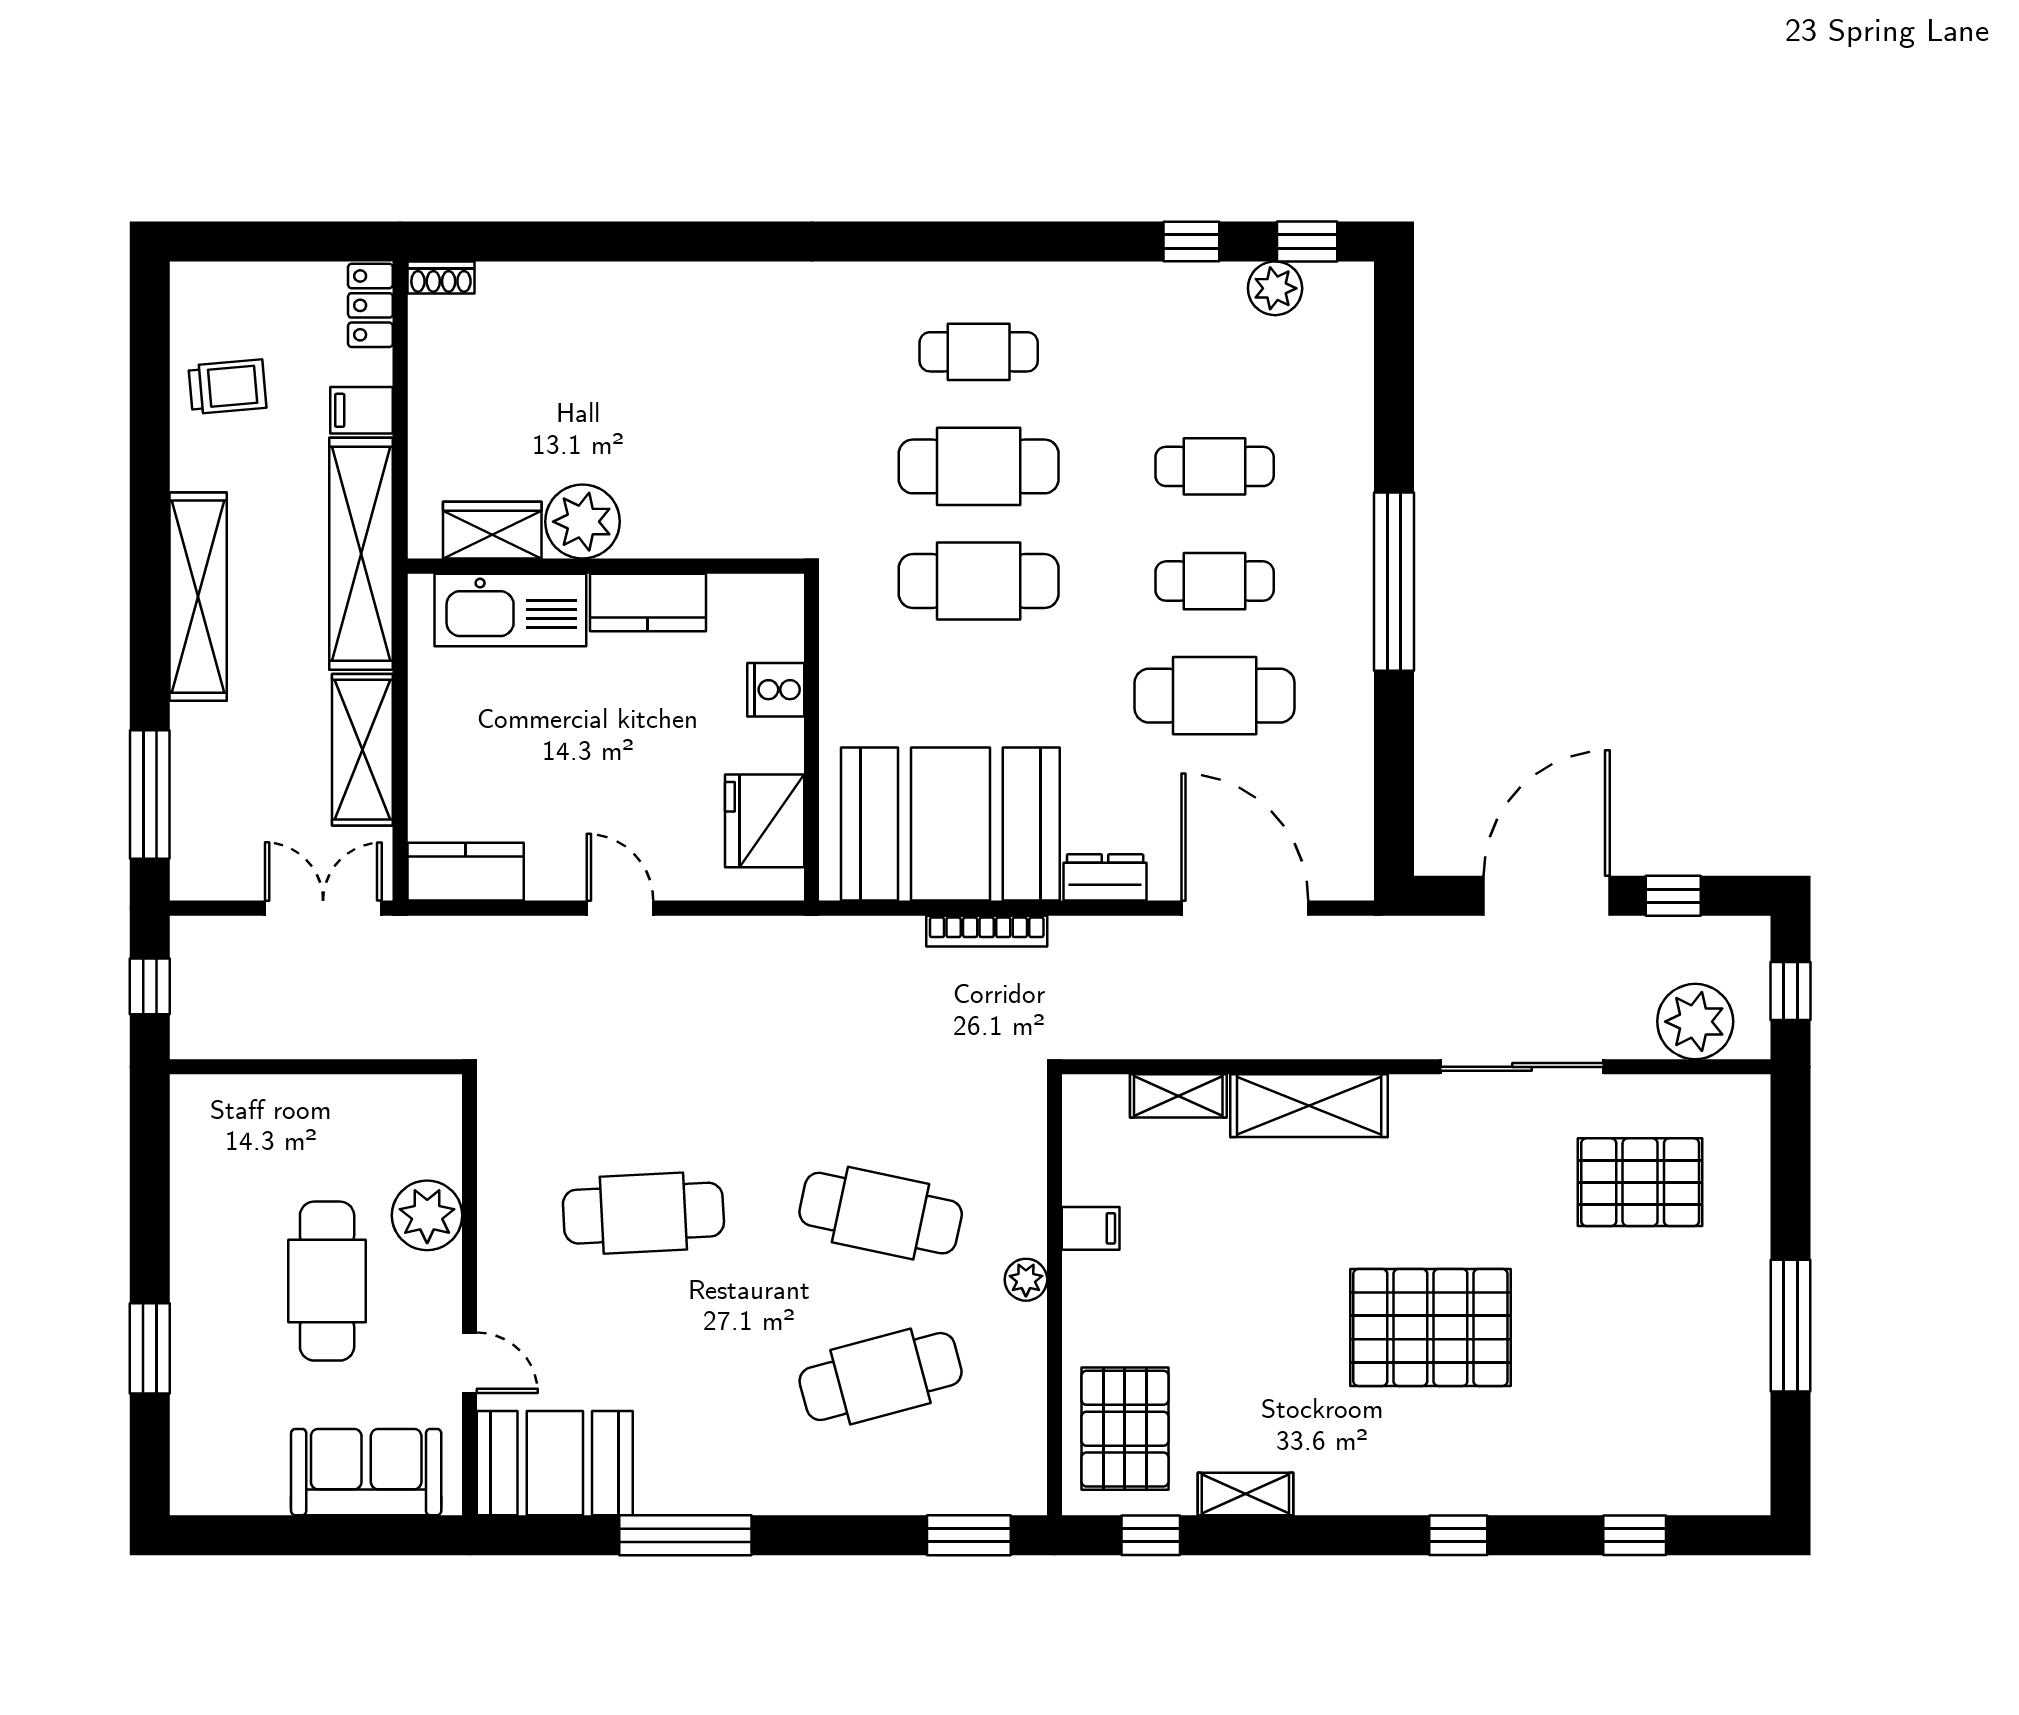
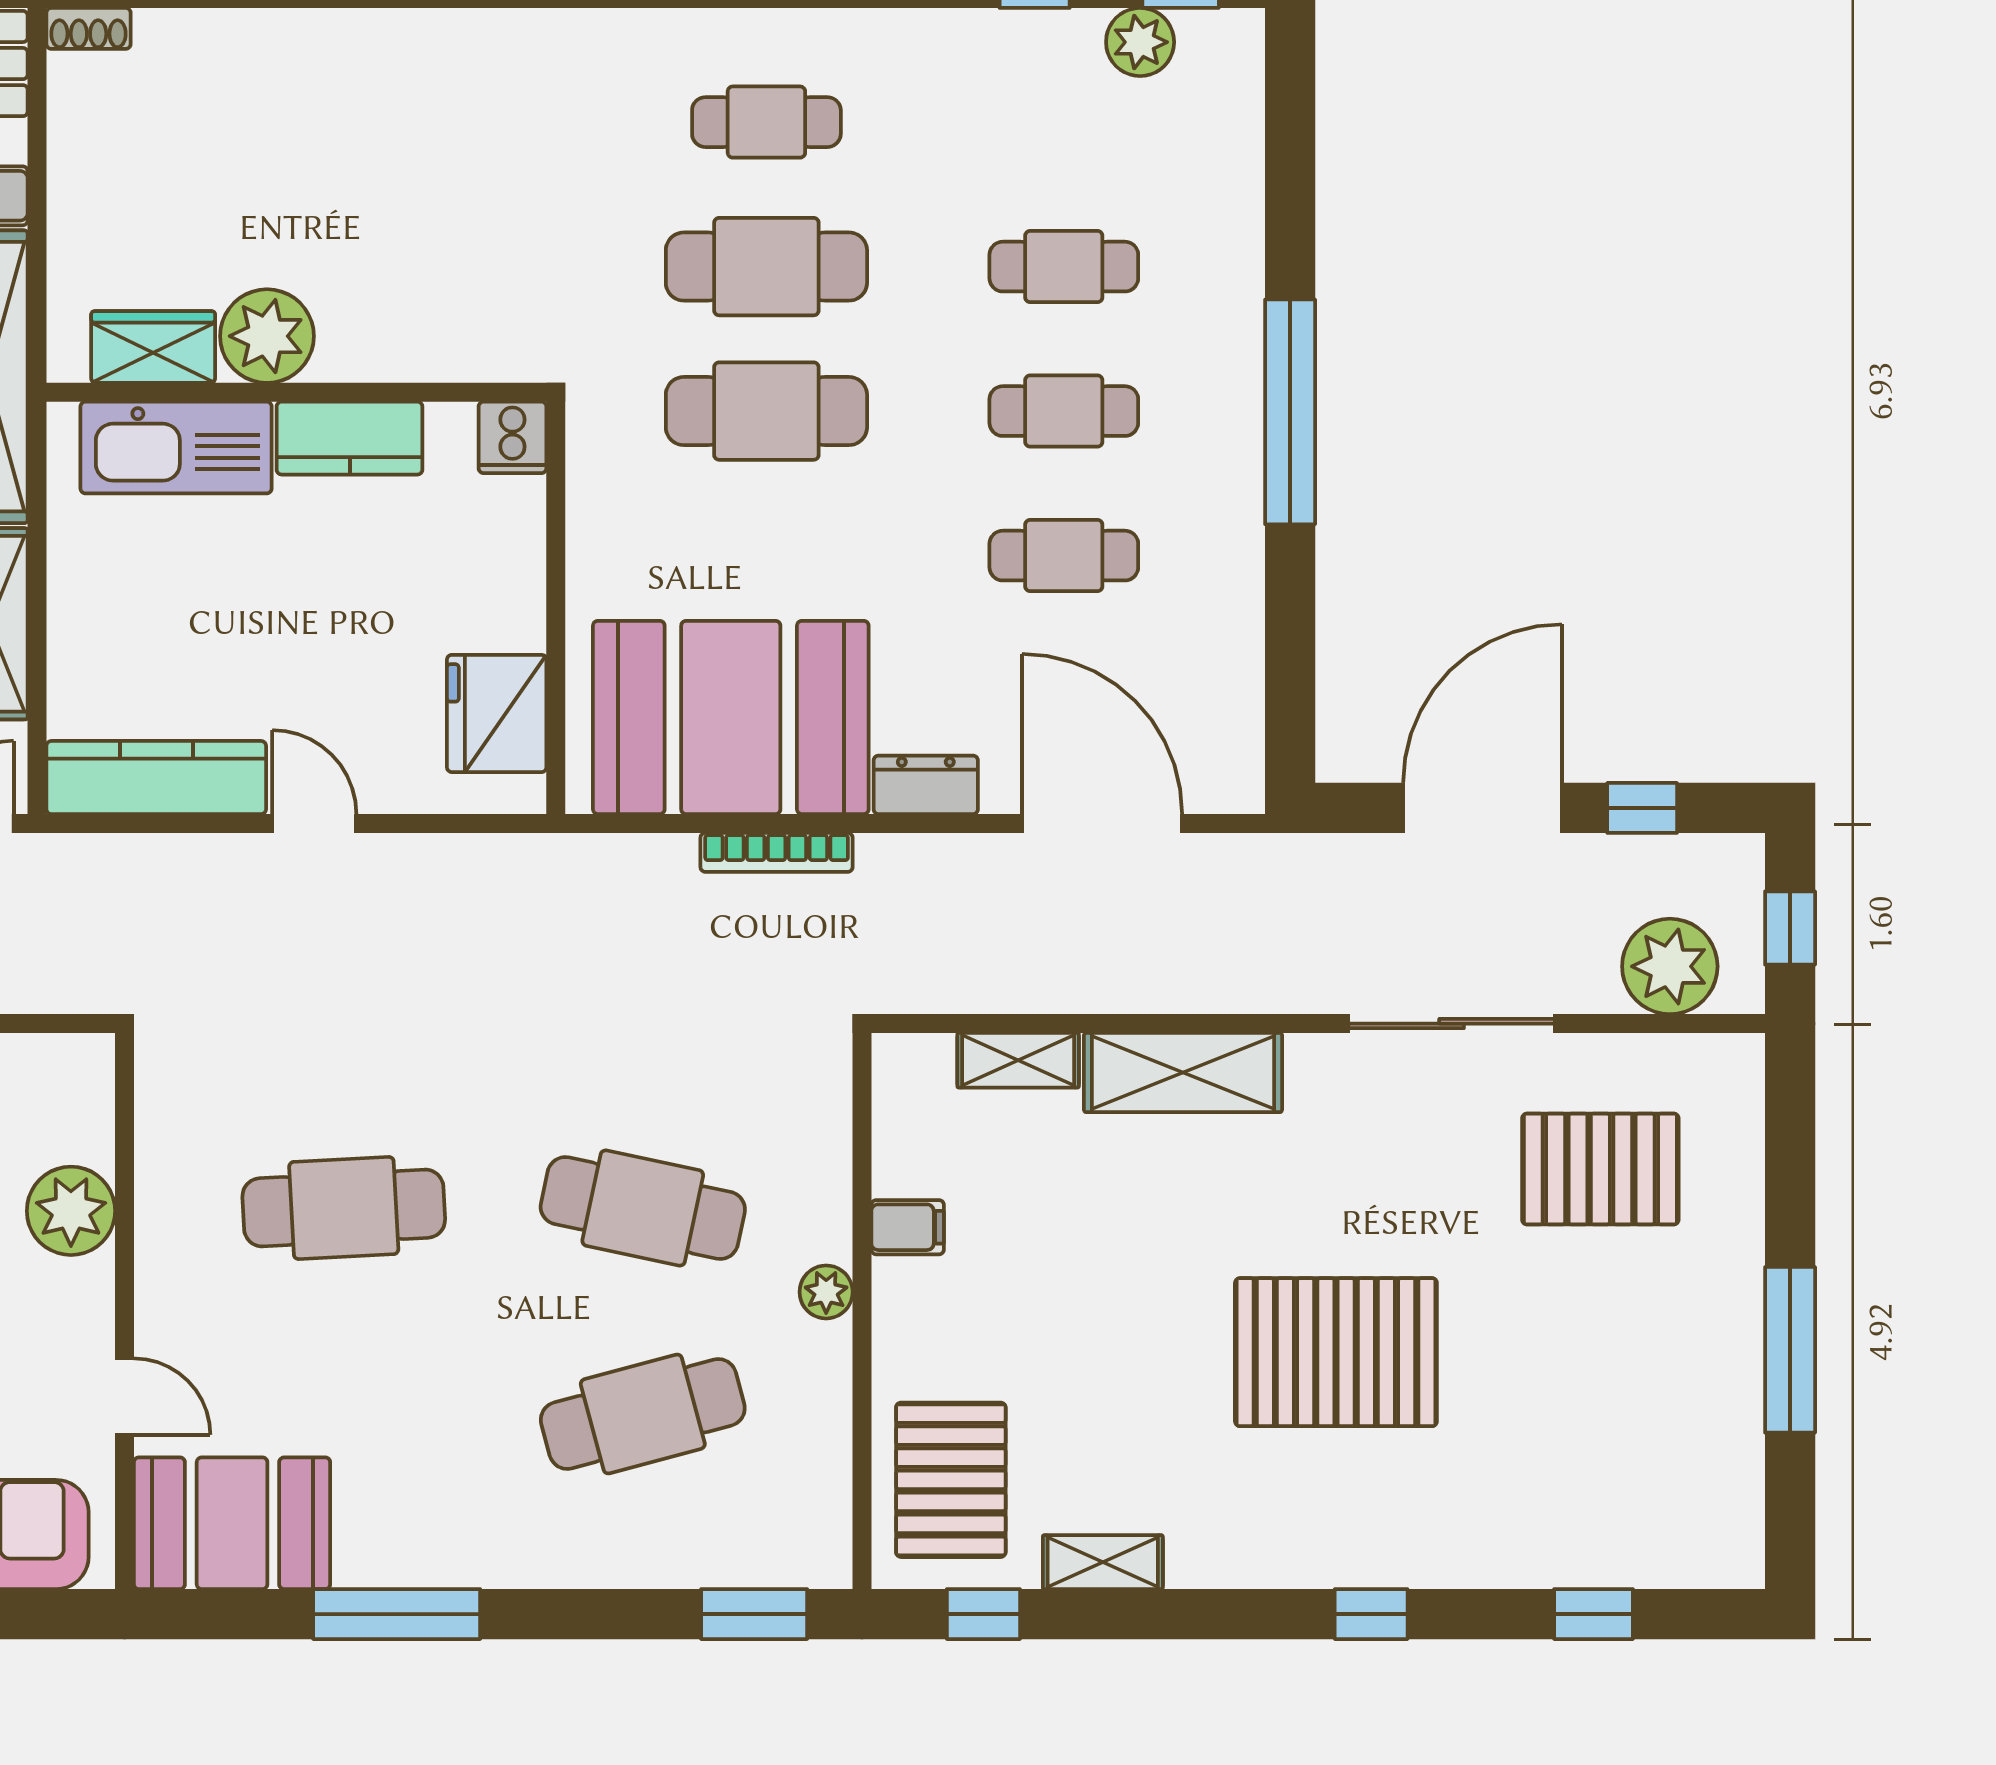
cooker: (776, 690) -> (512, 437), moved, turned -90
cafe table: (1215, 696) -> (1064, 556), width x0.73, depth x0.74
kitchen counter: (466, 872) -> (156, 778), width x1.50

